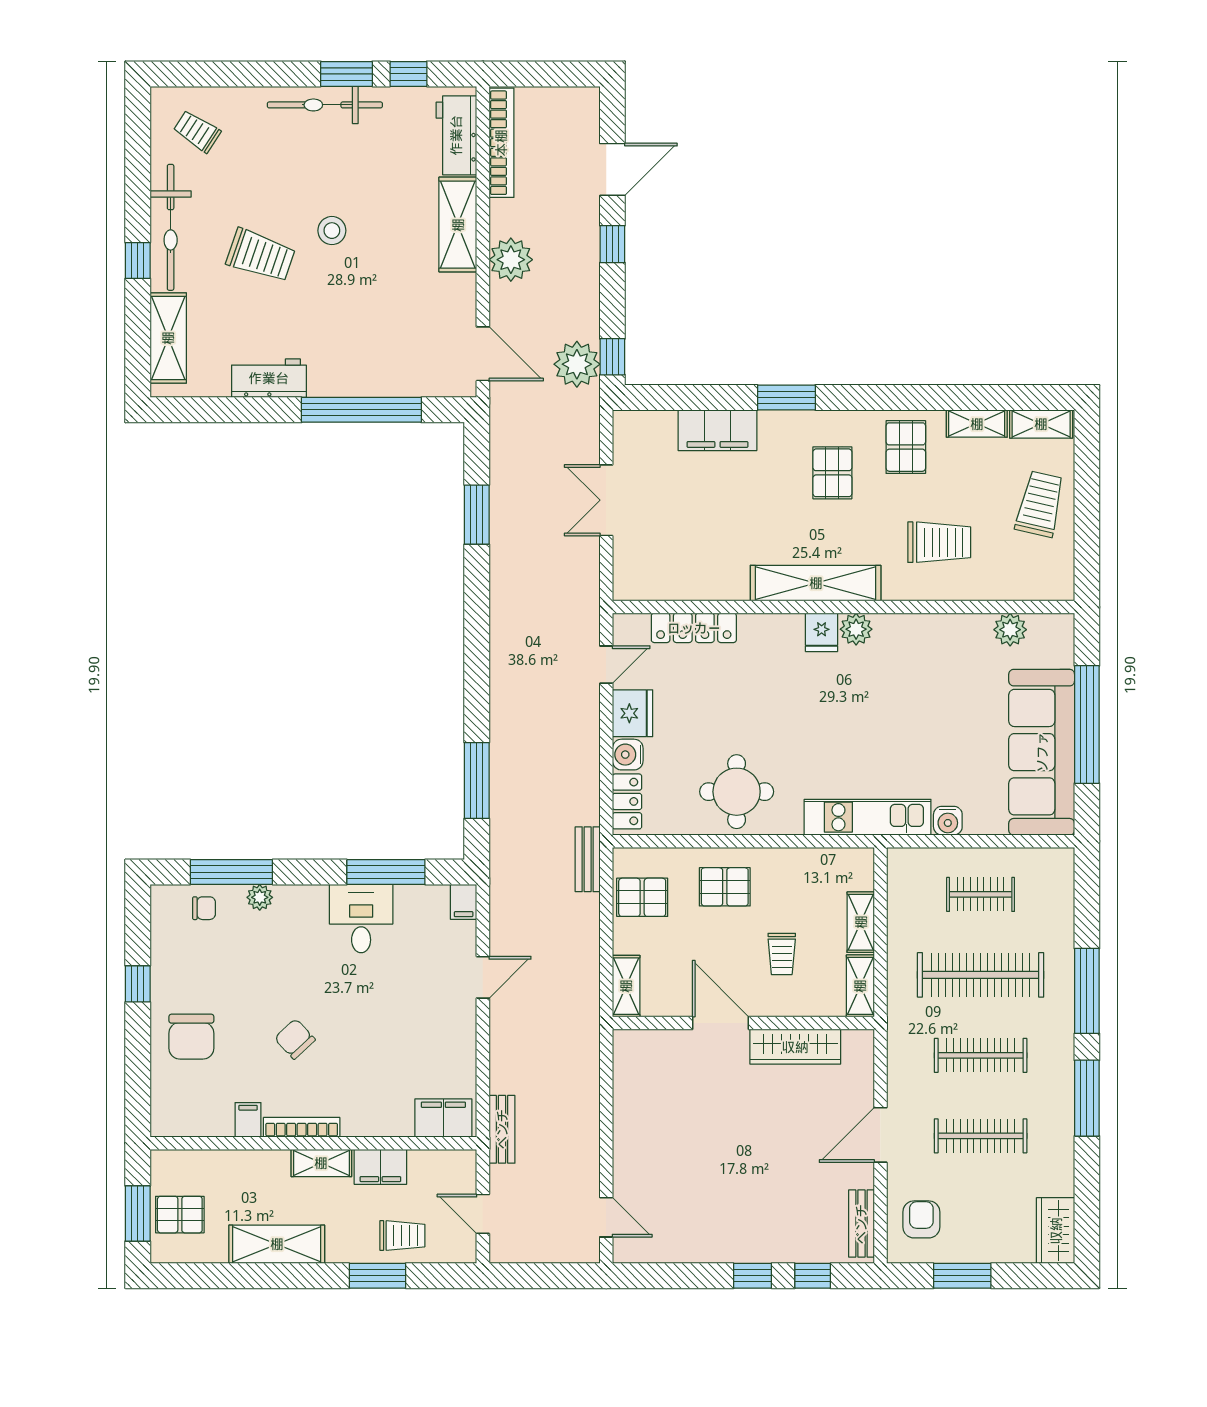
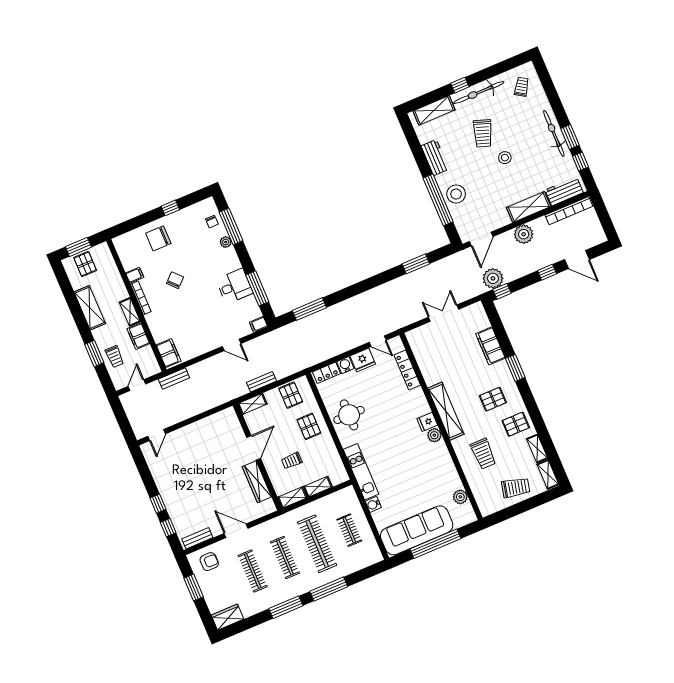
stool: (365, 366) -> (456, 194), added
bench: (588, 859) -> (261, 382), moved

